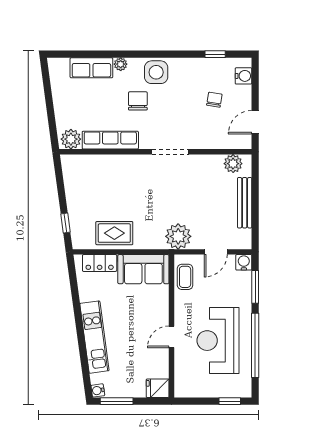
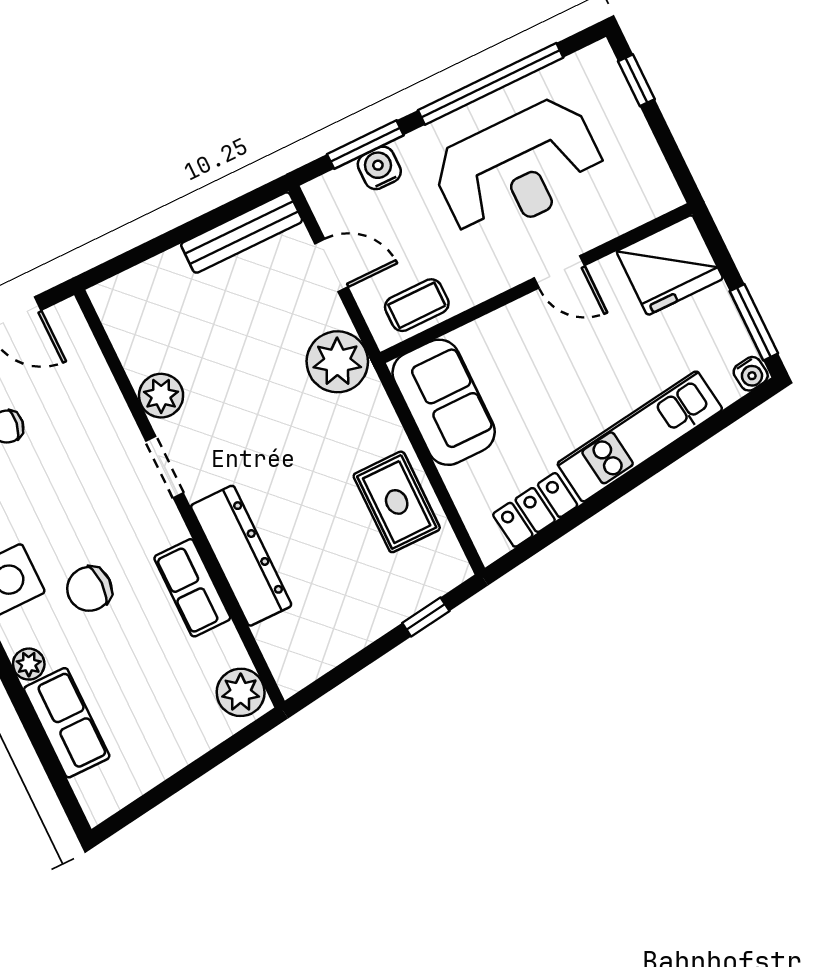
row of seats: (110, 140) -> (192, 588), width x0.68
doorway: (170, 152) -> (164, 467), width x0.73
dresser: (123, 164) -> (241, 556), added
plant: (233, 164) -> (161, 396), moved
bench: (245, 203) -> (242, 233), moved
water cooler: (244, 262) -> (379, 168), moved, turned 90
locker: (100, 263) -> (535, 510), moved, turned -98
fridge: (158, 388) -> (670, 265), width x1.88, depth x1.34

